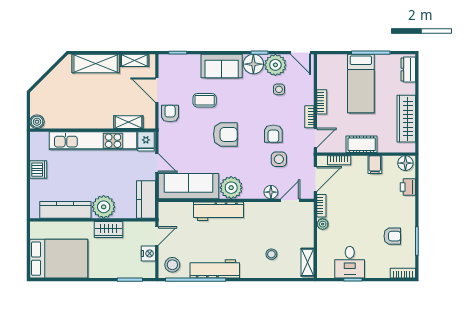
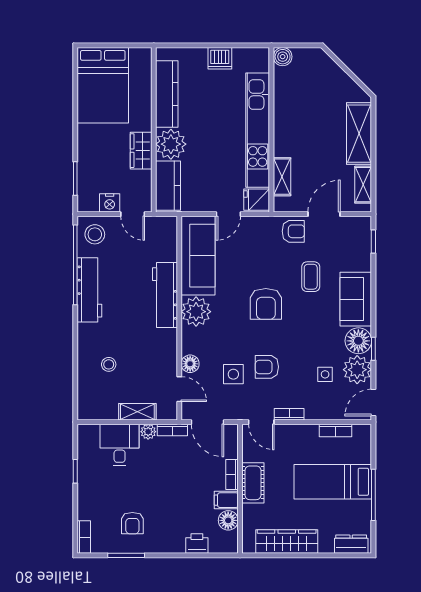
bookcase: (322, 102) -> (336, 430), moved
bookcase: (339, 160) -> (232, 474), moved
floor lamp: (405, 163) -> (228, 520), moved
kitchen counter: (146, 200) -> (168, 186), moved, turned 90
shelving: (307, 262) -> (137, 412), moved
desk: (350, 262) -> (120, 445), moved, turned 90

